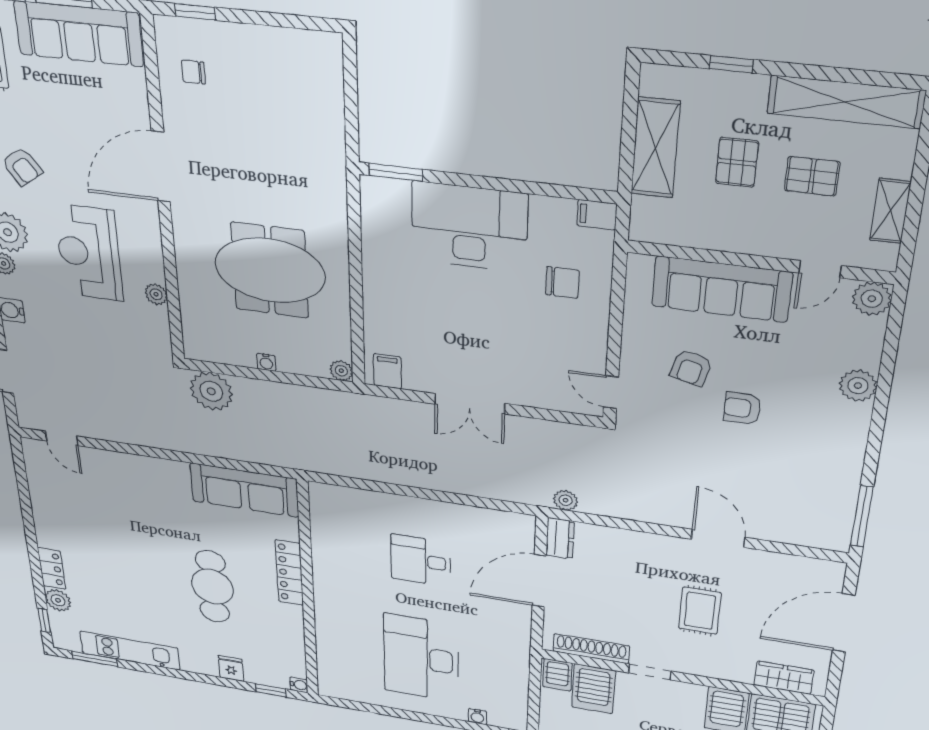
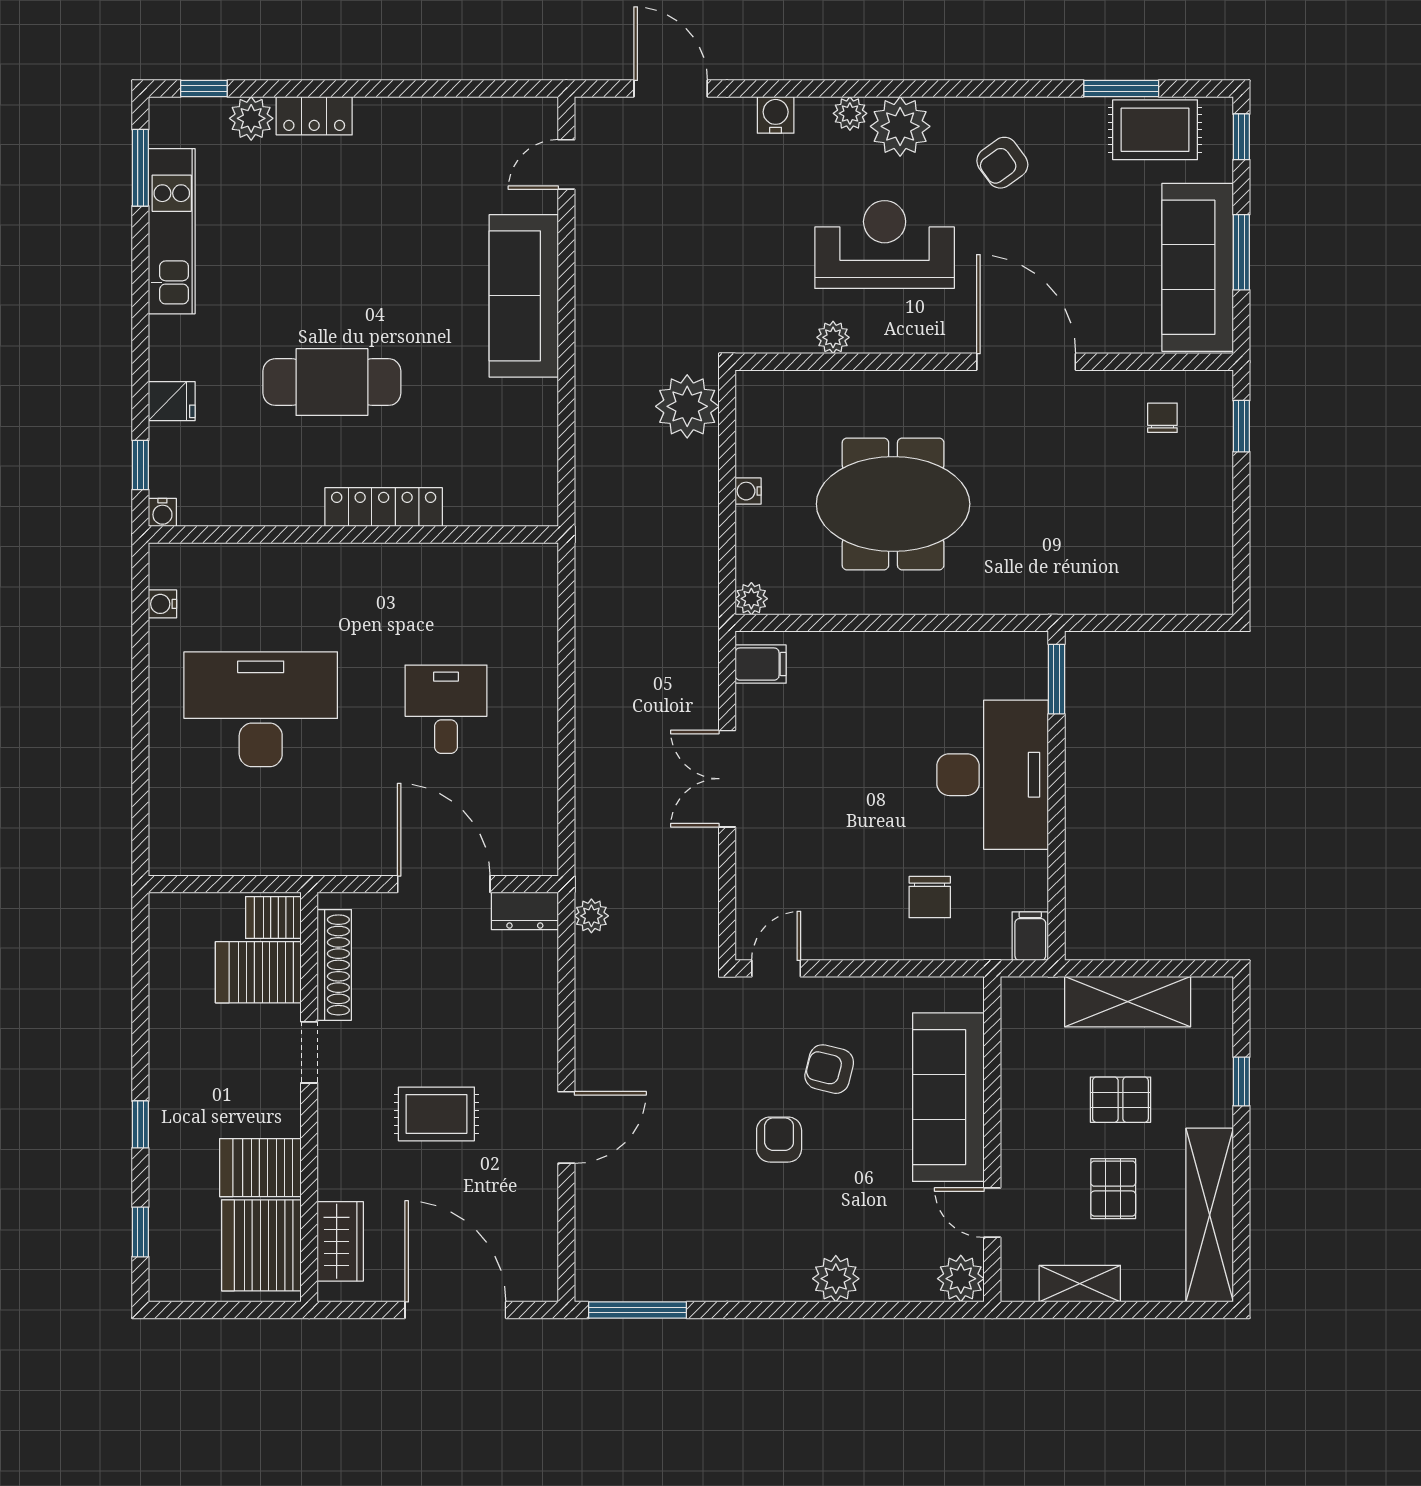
meeting table: (270, 270) -> (893, 504), turned 90
sofa: (244, 490) -> (524, 296), moved
water cooler: (477, 717) -> (163, 604), moved

